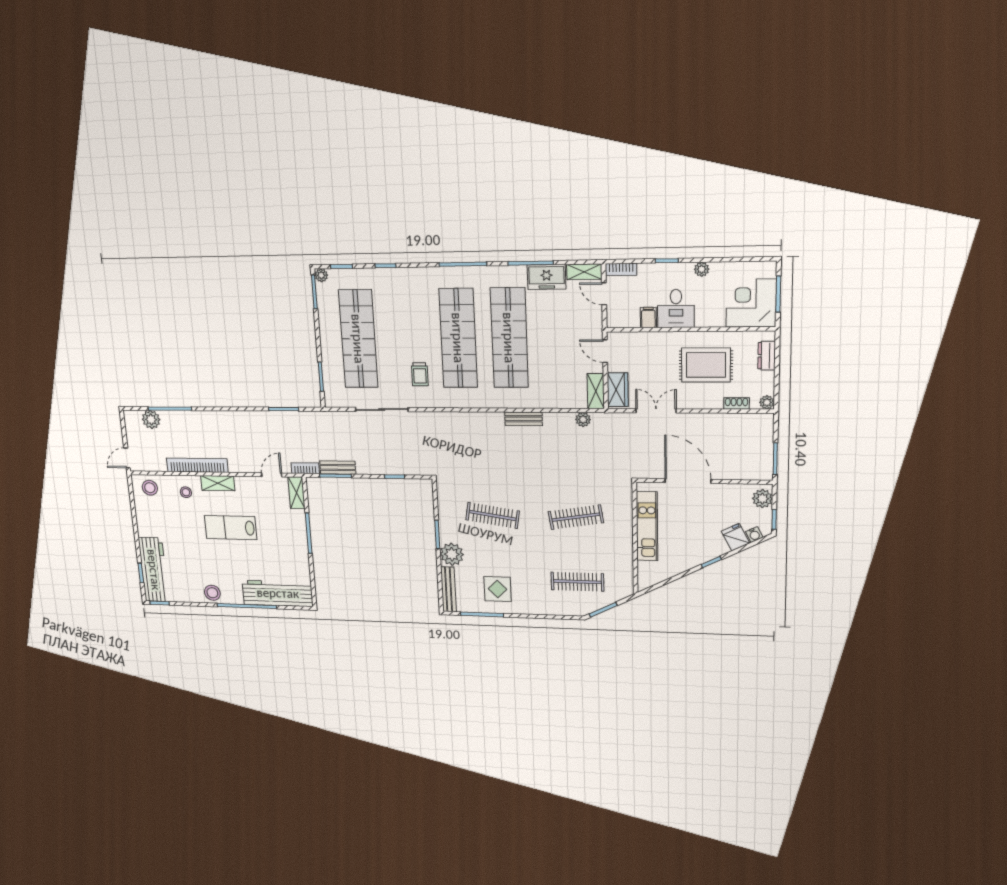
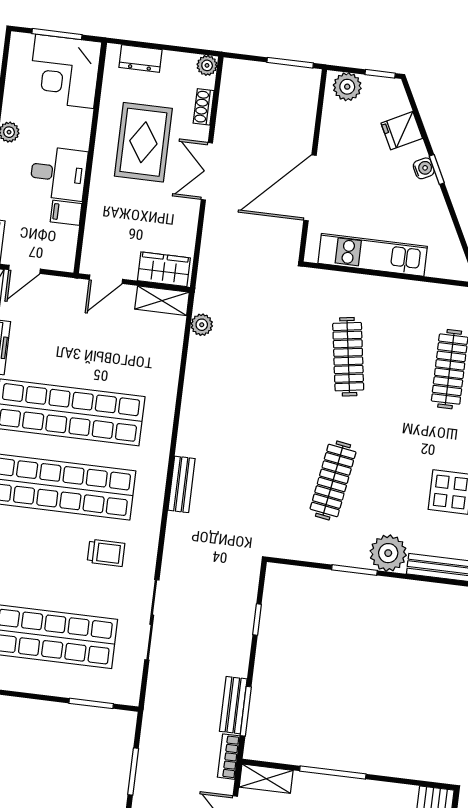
double door: (656, 411) -> (207, 171), moved
bench: (524, 419) -> (182, 484), moved
water cooler: (754, 534) -> (424, 168), moved

